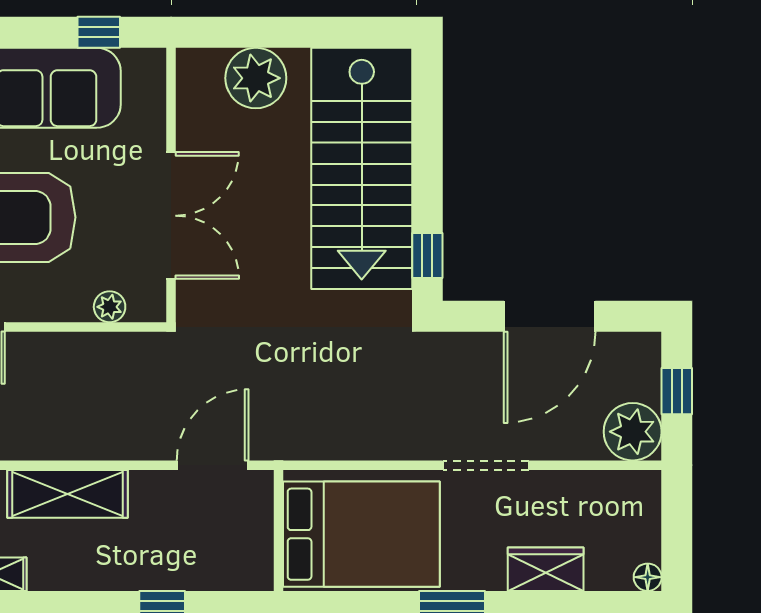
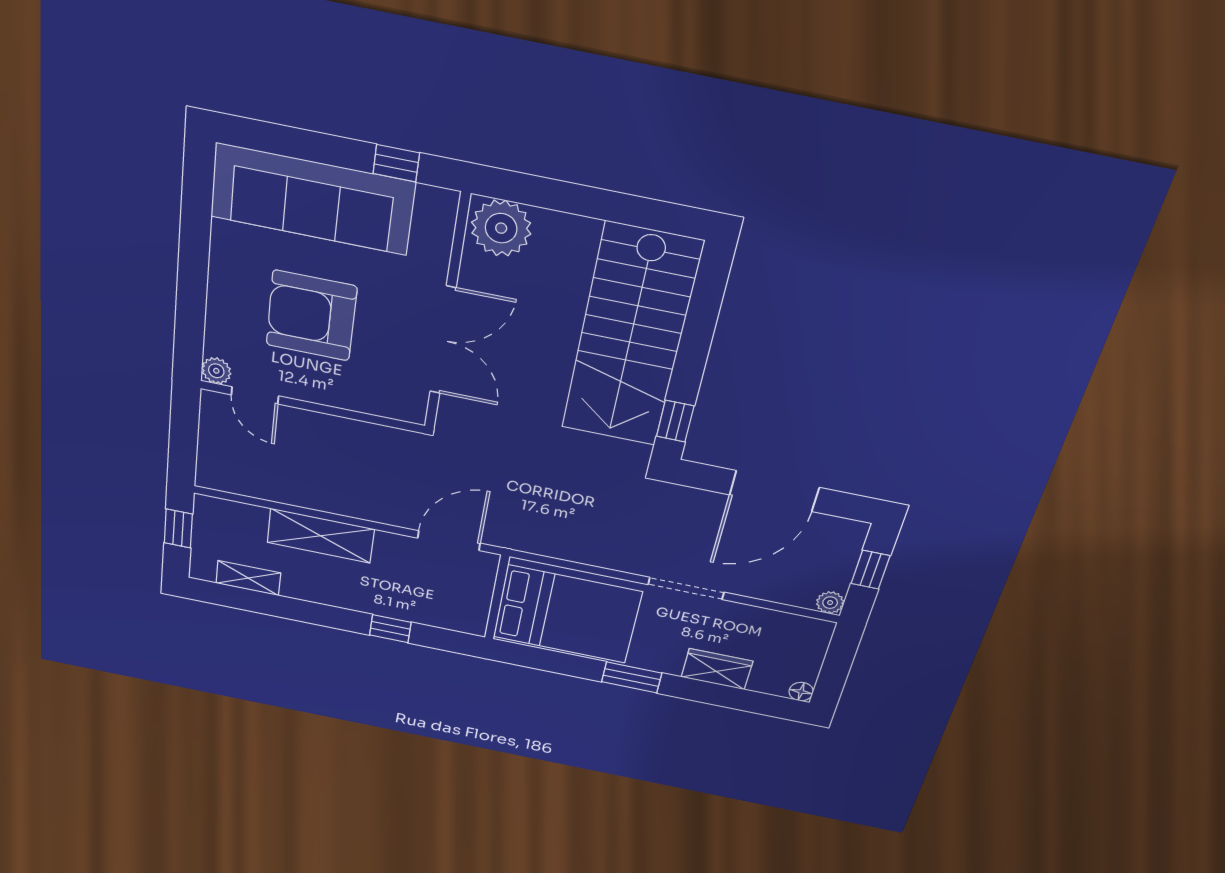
plant: (256, 78) -> (501, 228), moved
plant: (110, 307) -> (375, 403), removed
plant: (633, 432) -> (830, 603), width x0.53, depth x0.53

